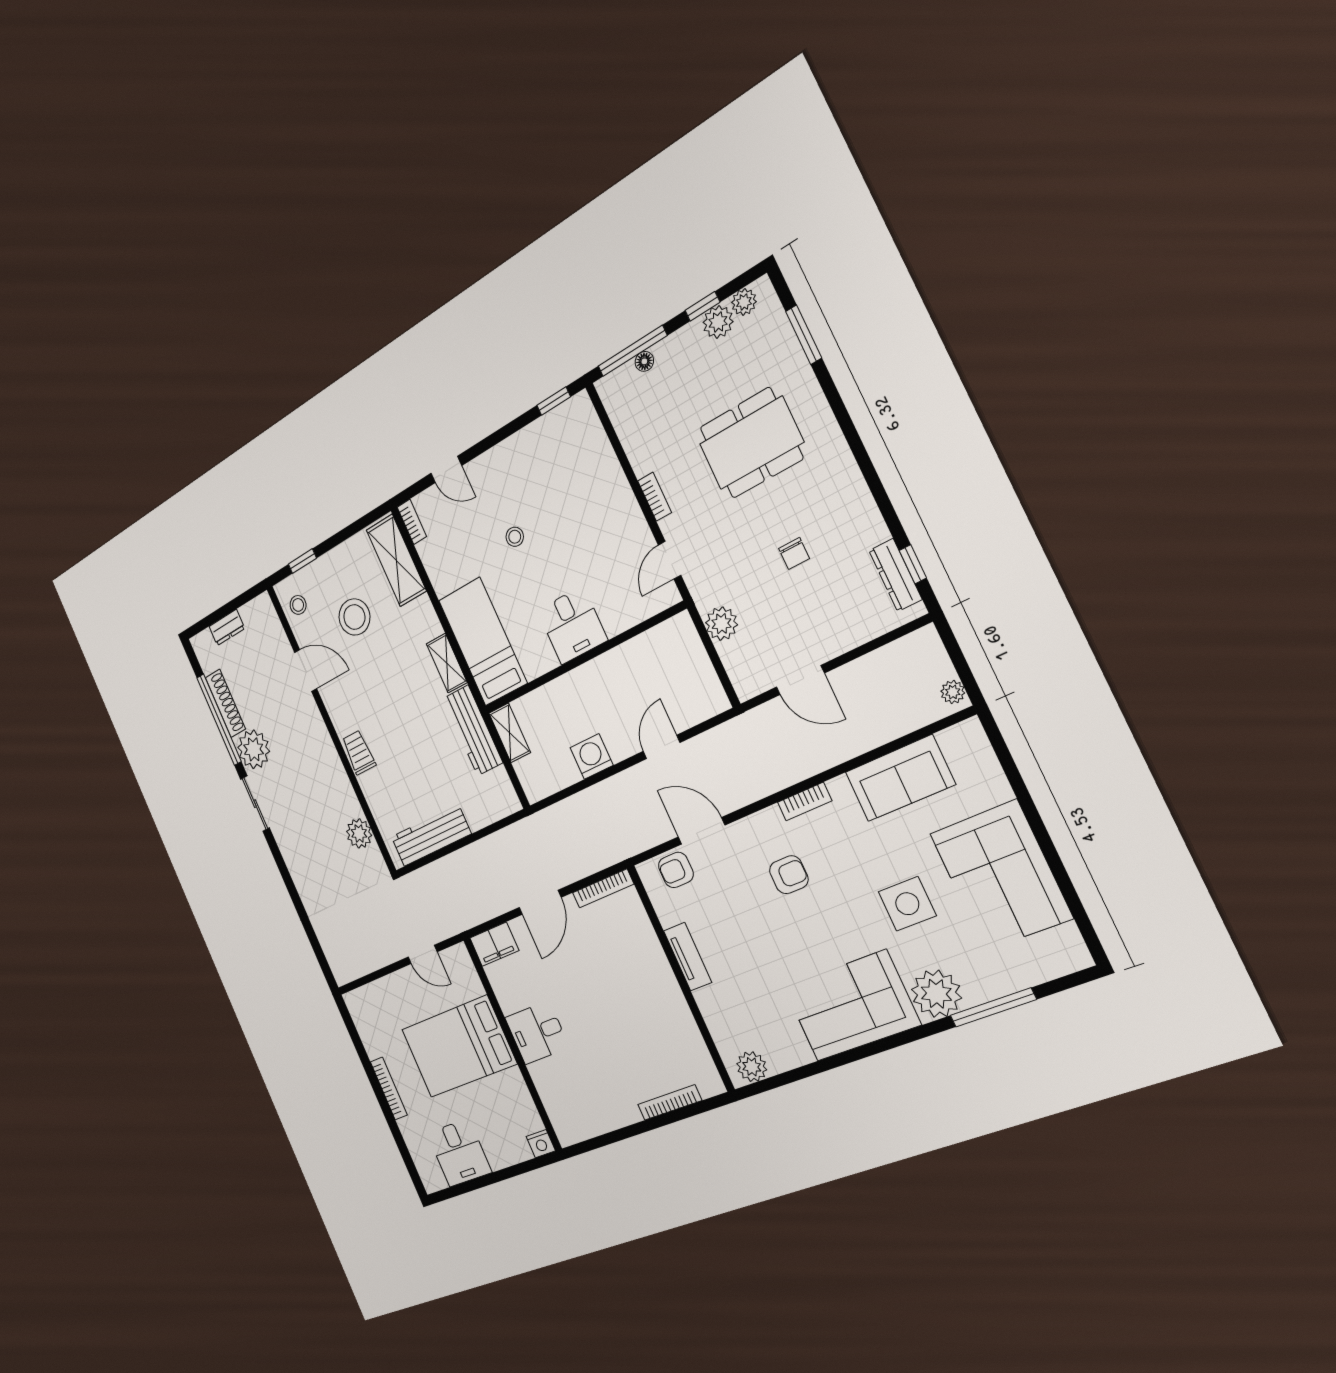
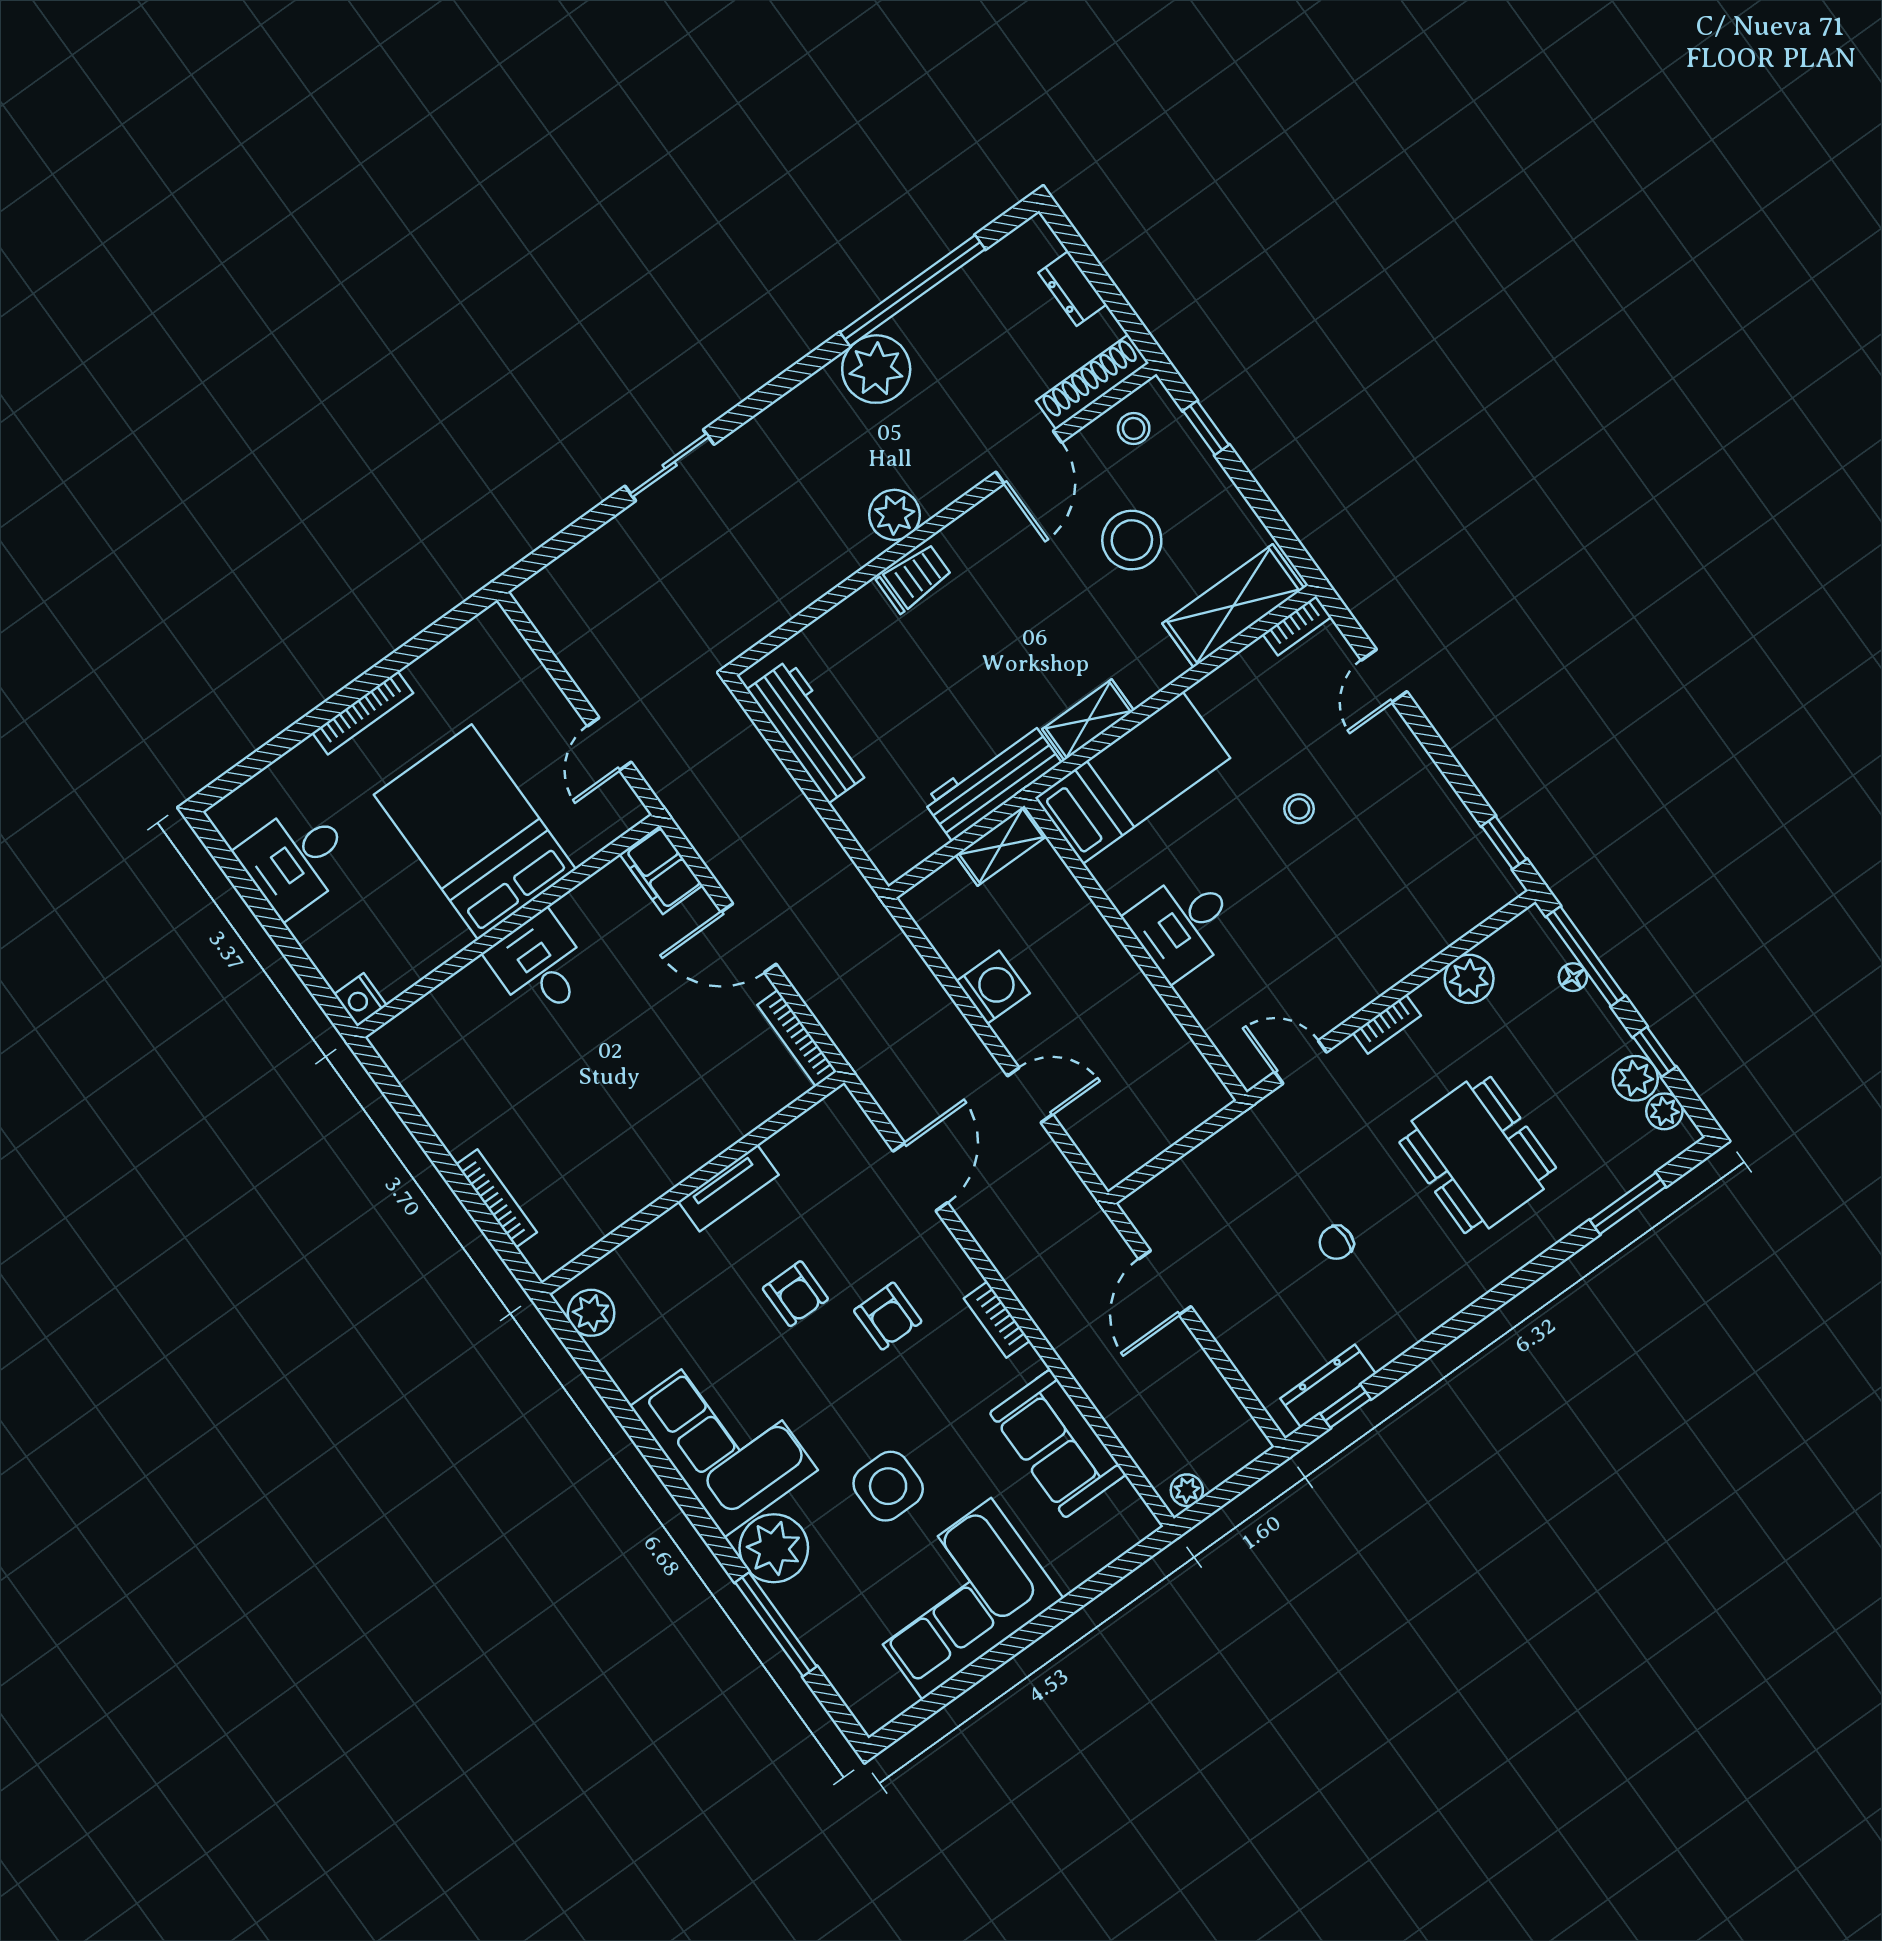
plant: (722, 624) -> (1469, 979), moved
shoe rack: (225, 703) -> (1092, 382), moved, turned 180
sliding door: (255, 804) -> (670, 465), moved
plant: (359, 833) -> (894, 515), moved
armchair: (676, 870) -> (795, 1294), moved, turned 180

